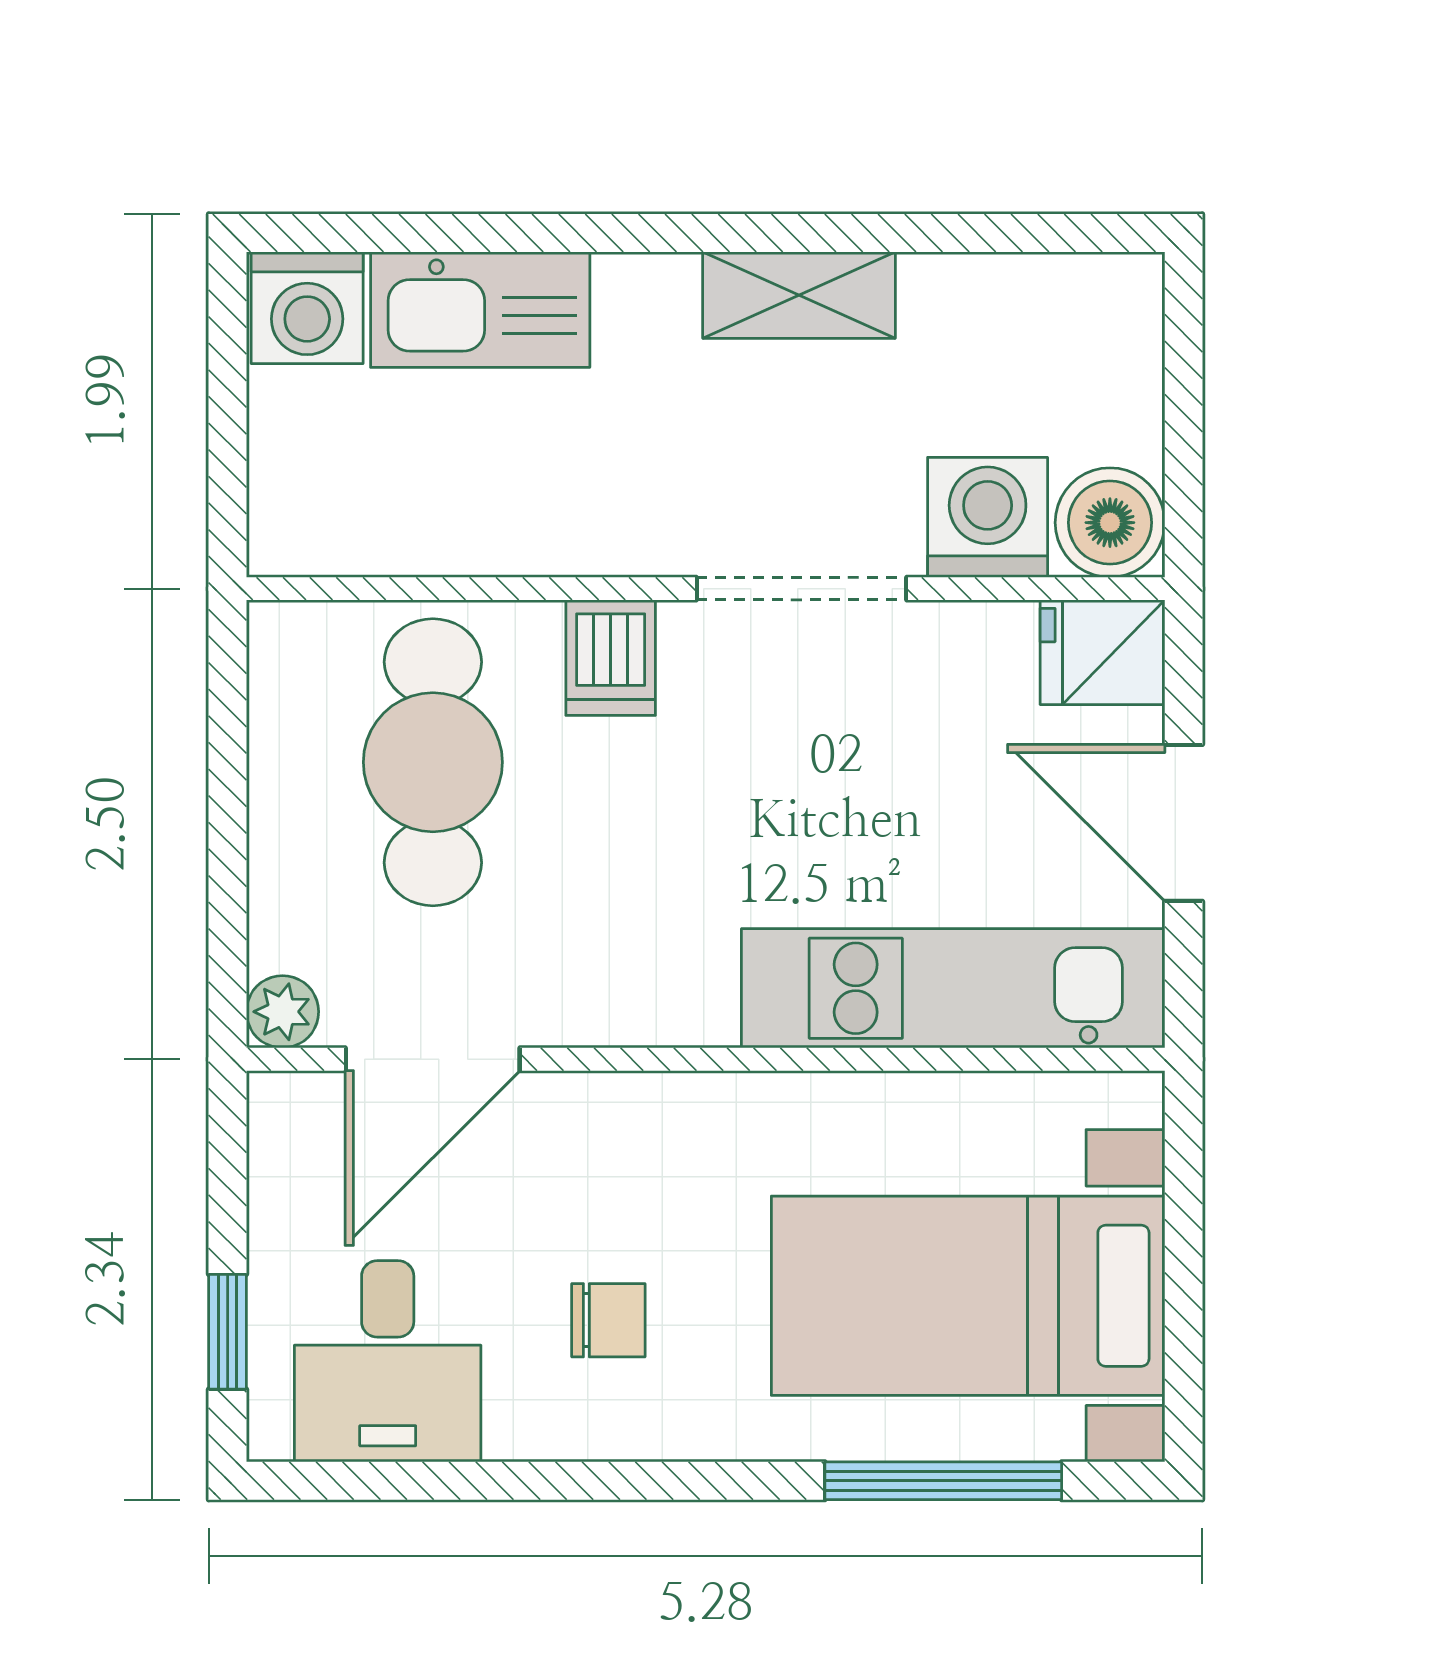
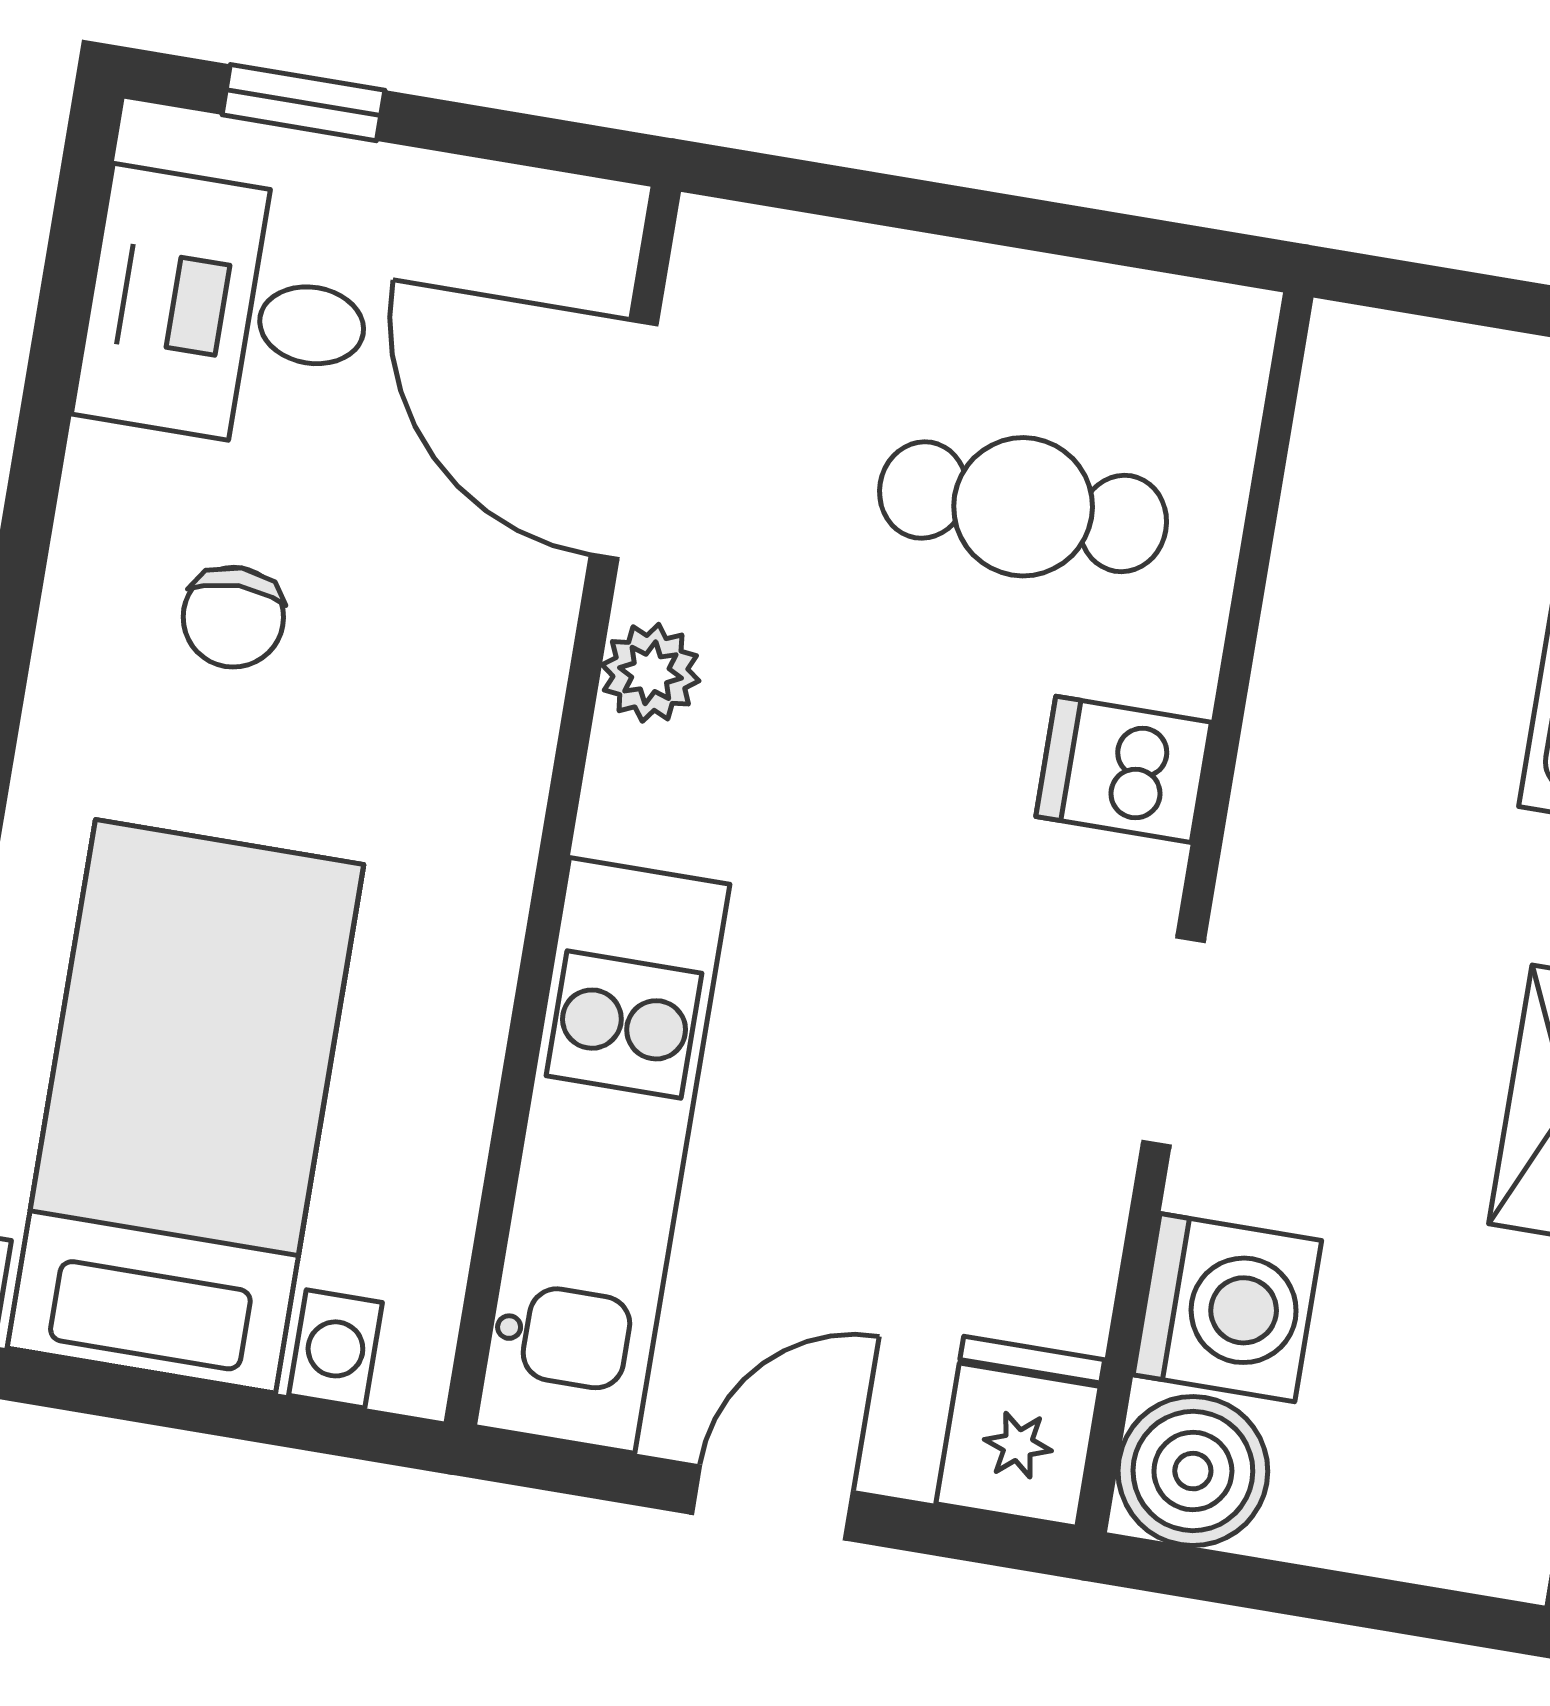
doorway: (801, 589) -> (1173, 1041), width x0.73
cafe table: (433, 762) -> (1023, 507), width x0.73, depth x0.74
door: (1184, 823) -> (773, 1502), width x0.73
plant: (283, 1012) -> (650, 673), moved

